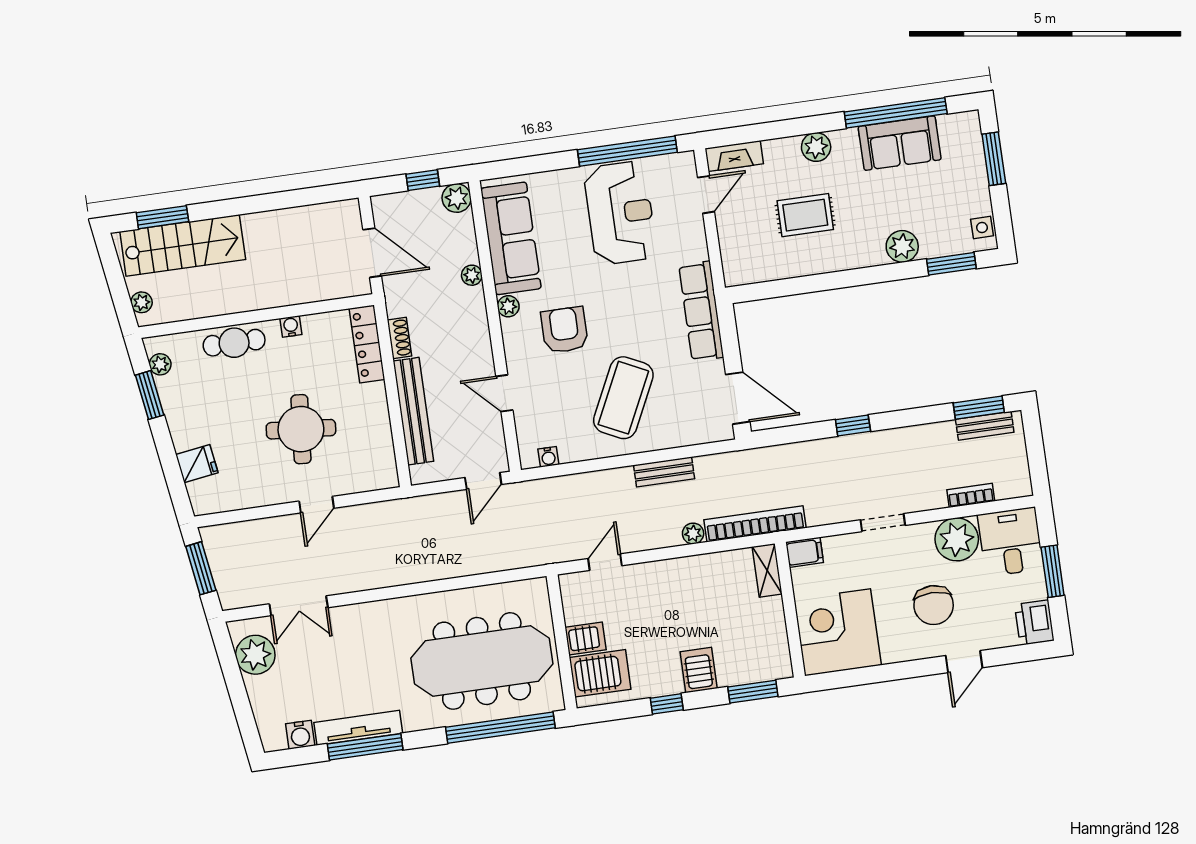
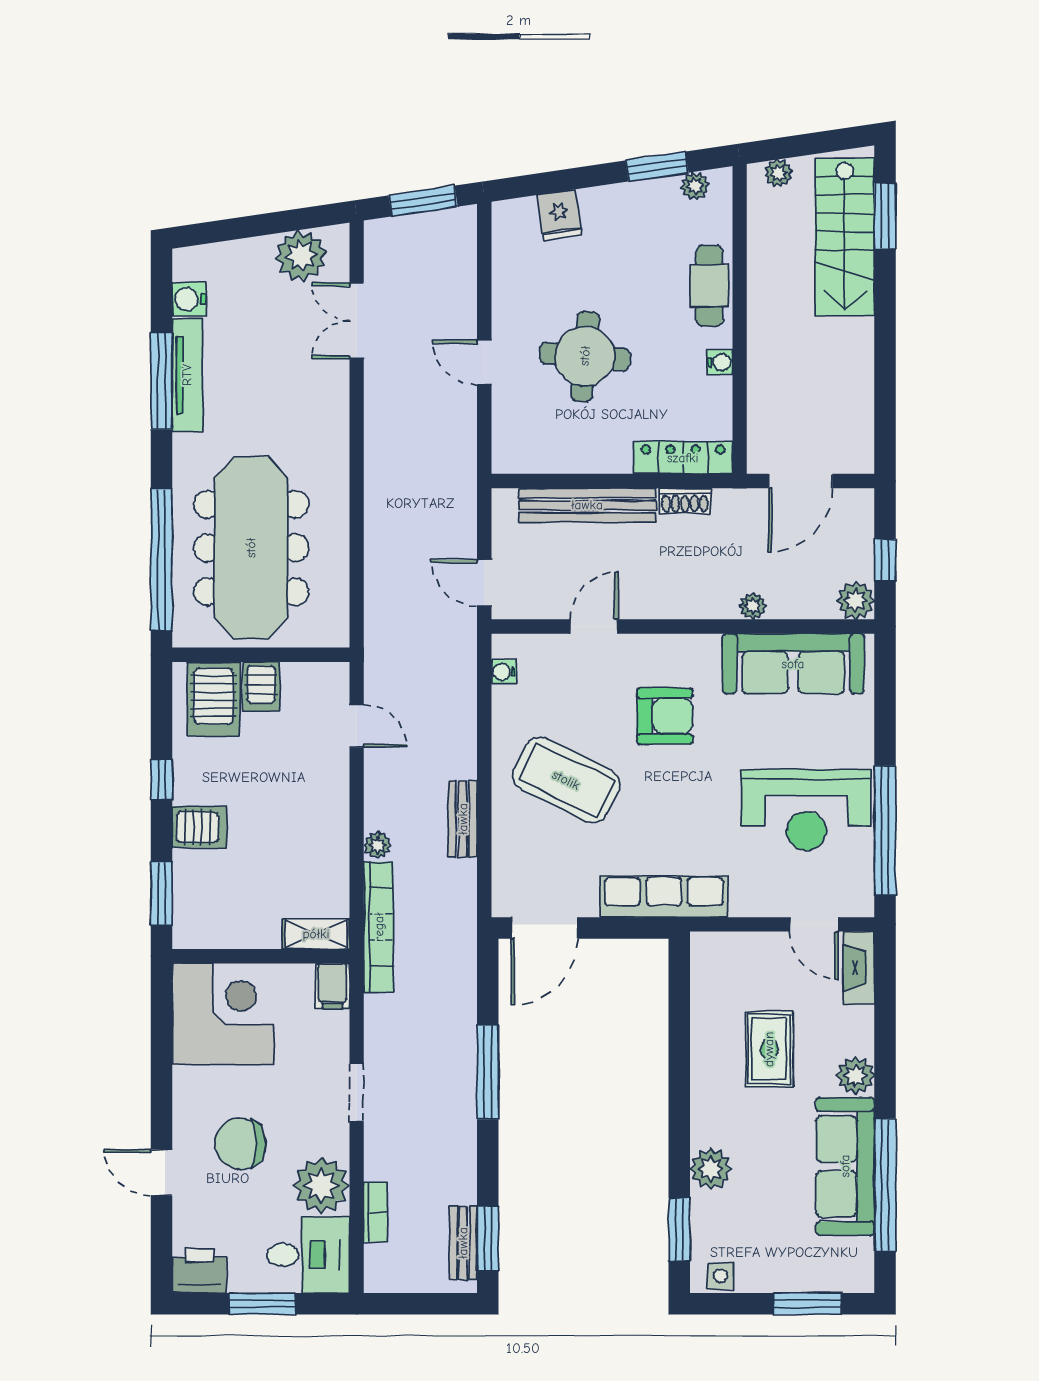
sofa: (900, 143) -> (845, 1166), width x1.36
plant: (508, 306) -> (706, 648), removed
window: (853, 426) -> (488, 1072), width x2.17

